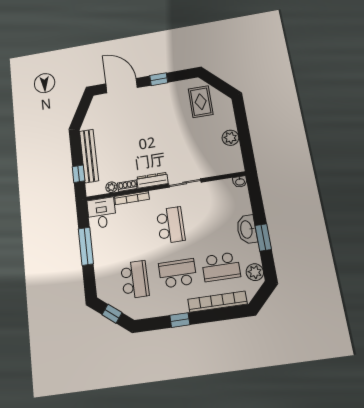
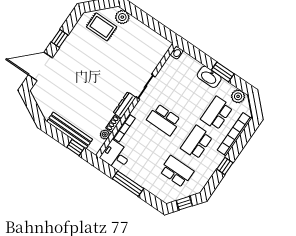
plant: (230, 138) -> (122, 17), moved
school desk: (171, 225) -> (164, 120), turned 180
school desk: (221, 267) -> (217, 113), turned 180

